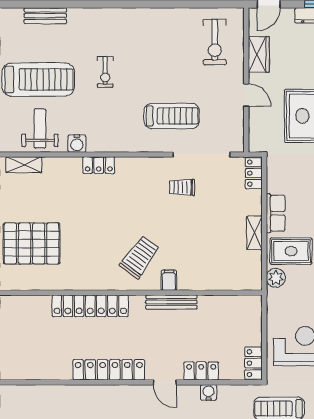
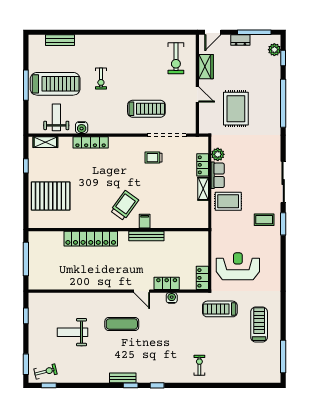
locker: (99, 165) -> (91, 142), width x1.53
locker: (254, 173) -> (203, 165), moved
plant: (276, 278) -> (218, 154), moved
locker: (109, 370) -> (103, 282), removed

